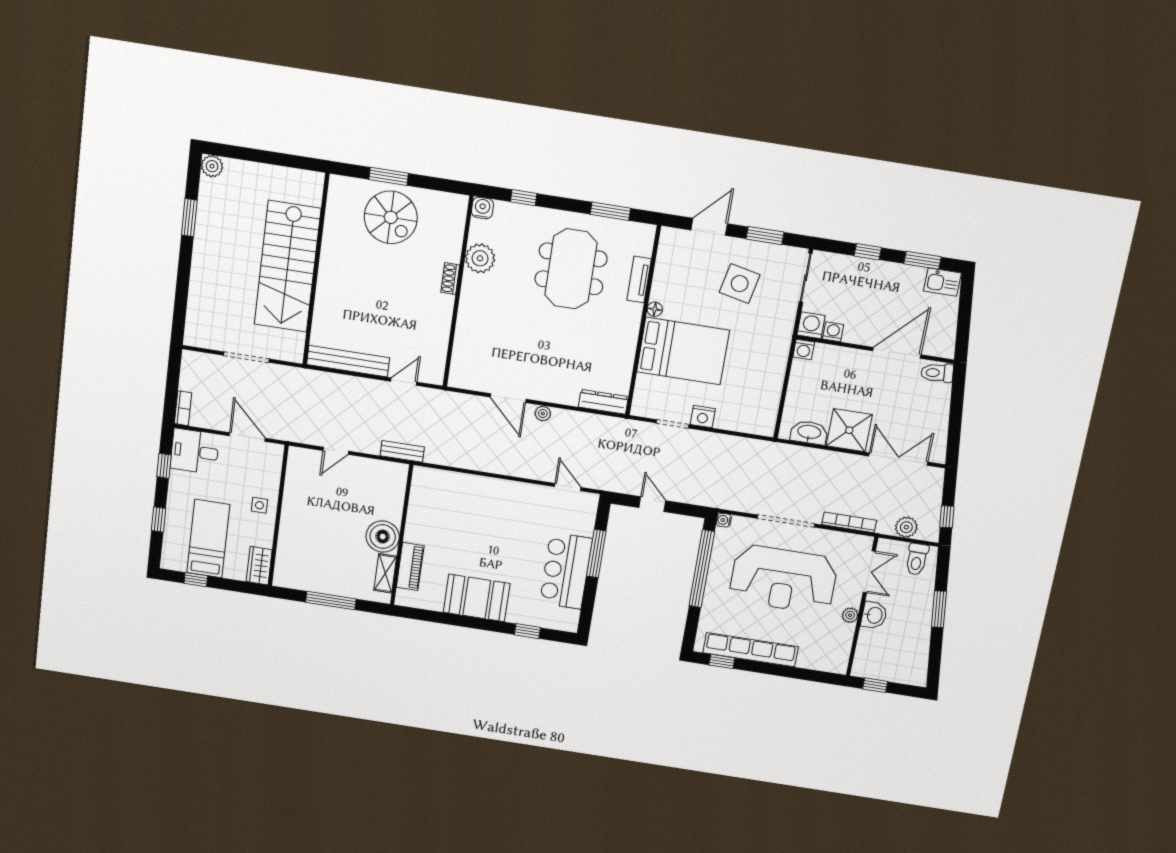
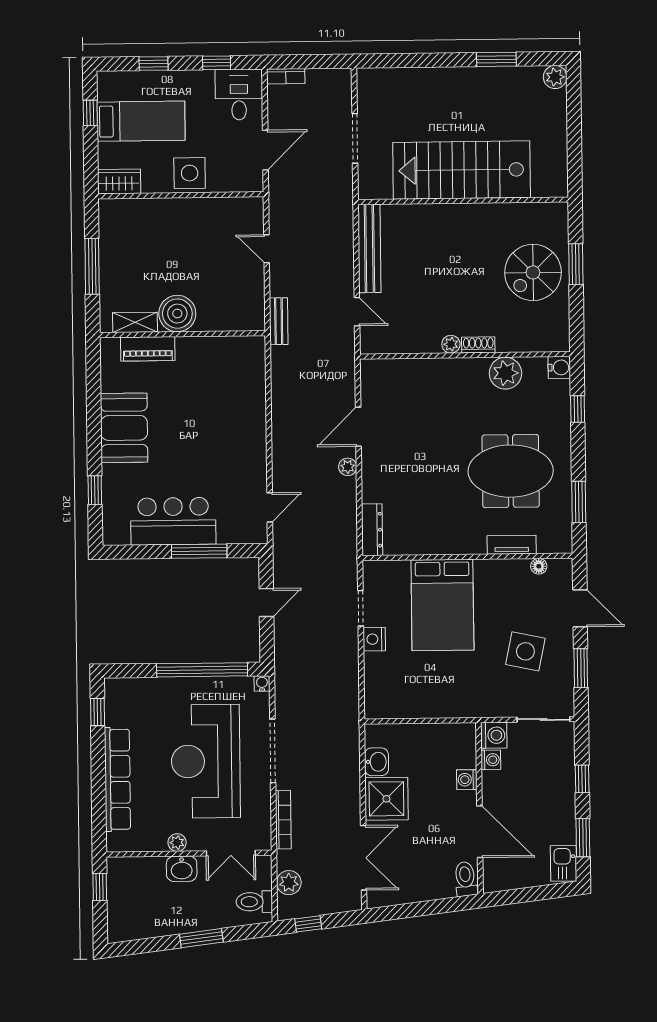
plant: (446, 303) -> (451, 344), added
floor lamp: (655, 309) -> (539, 566), moved
washing machine: (804, 349) -> (467, 780), moved
washbasin: (809, 432) -> (377, 762), width x0.72
side table: (259, 505) -> (190, 173), width x1.87, depth x1.87
row of seats: (751, 650) -> (117, 779), moved

